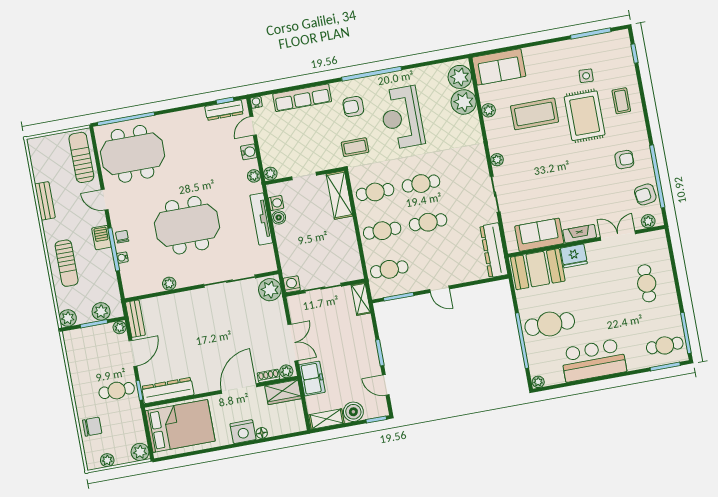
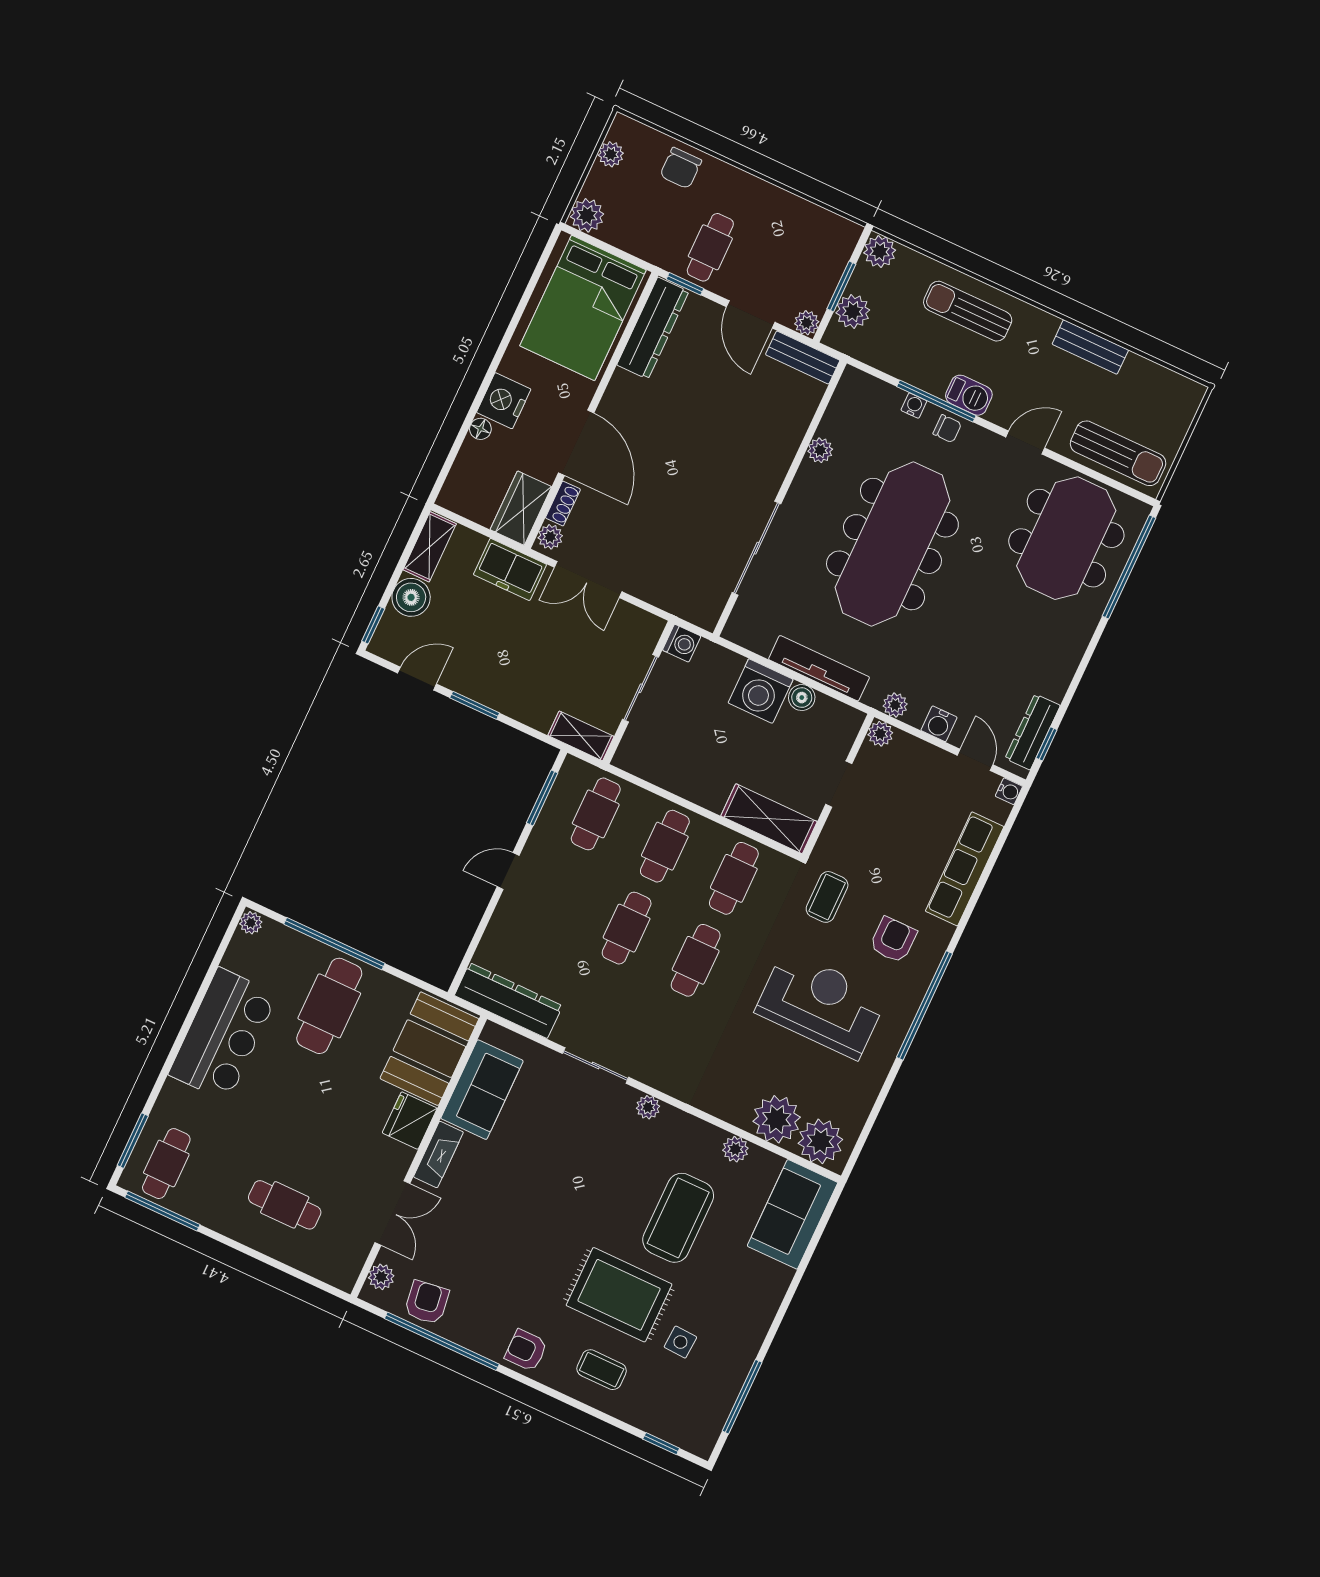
armchair: (624, 160) -> (526, 1350), moved, turned 90
washing machine: (276, 203) -> (761, 691), moved, width x1.89, depth x1.89
meeting table: (187, 225) -> (892, 544), width x1.36
plant: (270, 290) -> (698, 603), removed

